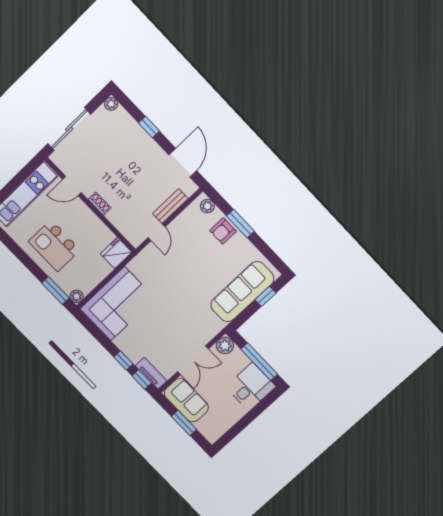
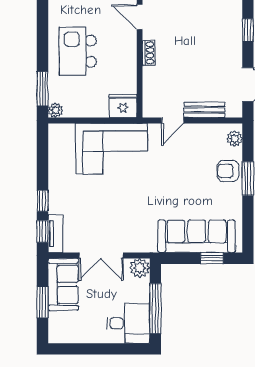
corner sofa: (118, 304) -> (112, 149), moved

